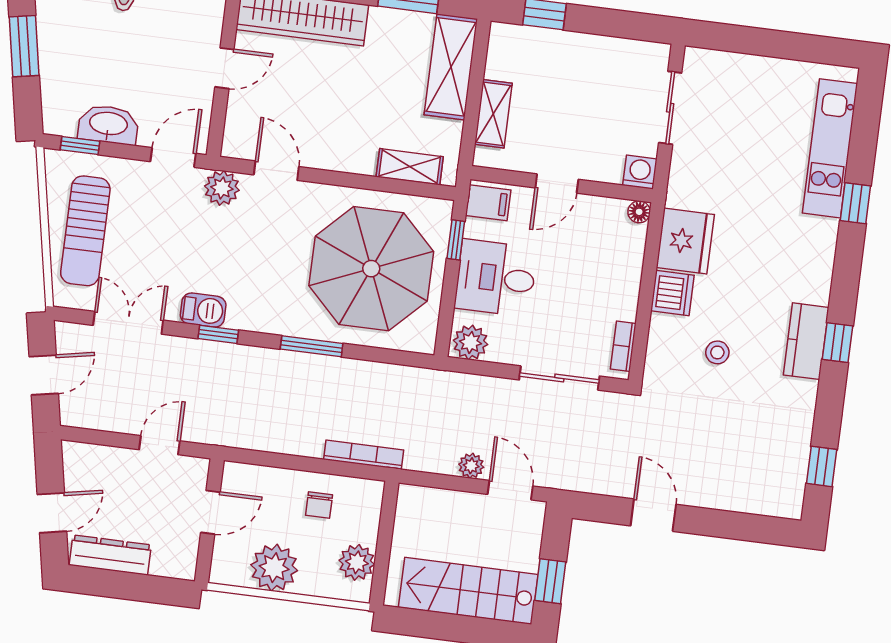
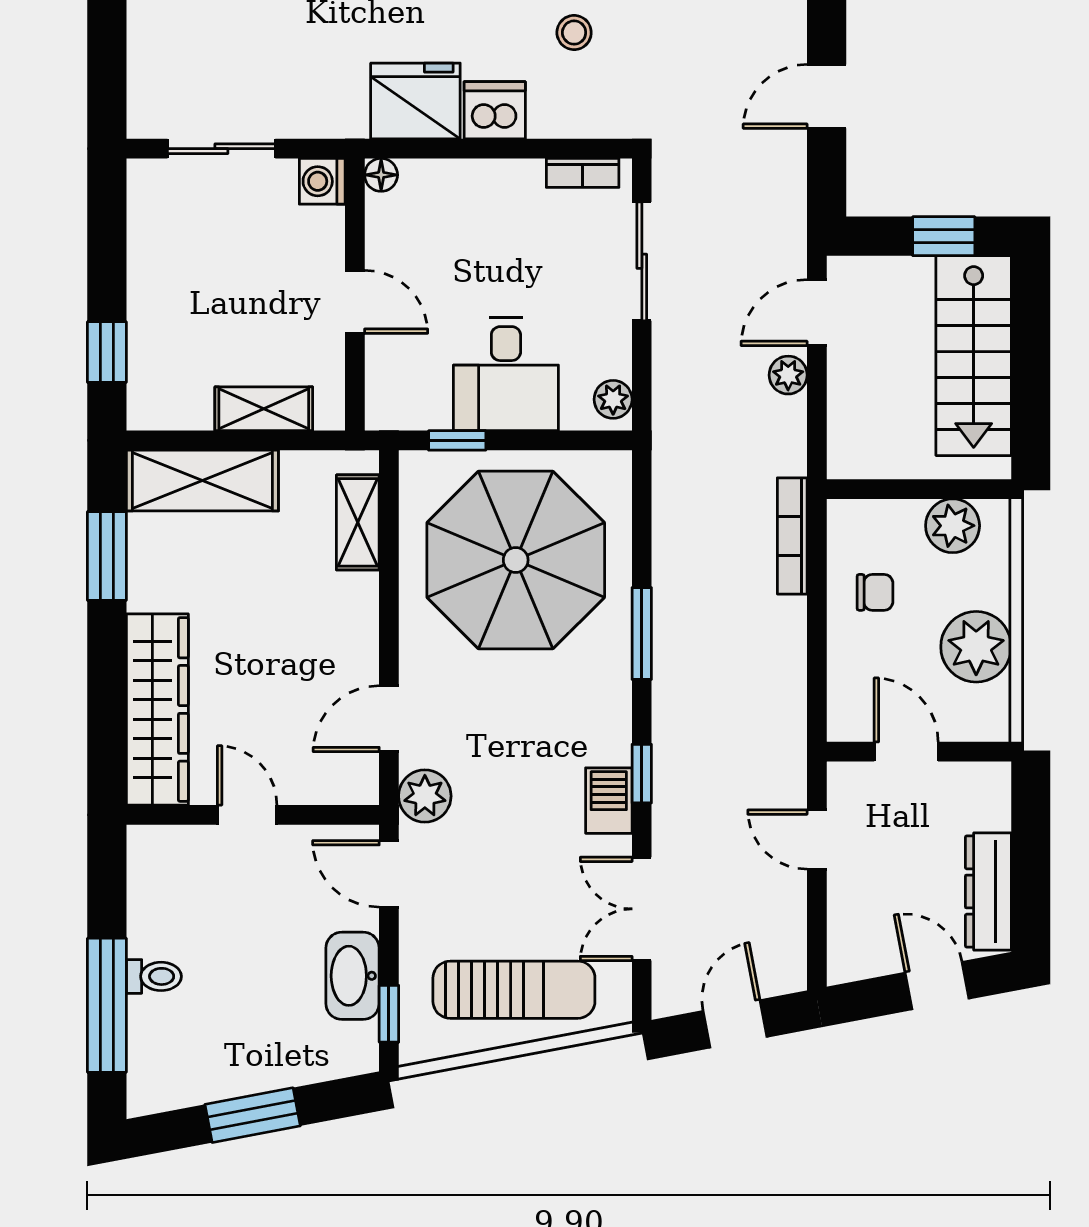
filing cabinet: (488, 203) -> (396, 400), removed
plant: (470, 342) -> (613, 399), width x0.73, depth x0.73
door: (44, 375) -> (735, 1024), hinge flipped

